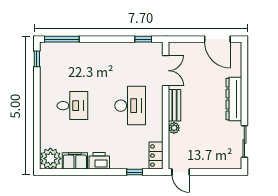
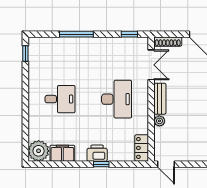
window: (62, 39) -> (76, 34), moved
shoe rack: (183, 47) -> (168, 42), added
printer: (99, 161) -> (97, 153), moved
window: (135, 172) -> (101, 164), moved

